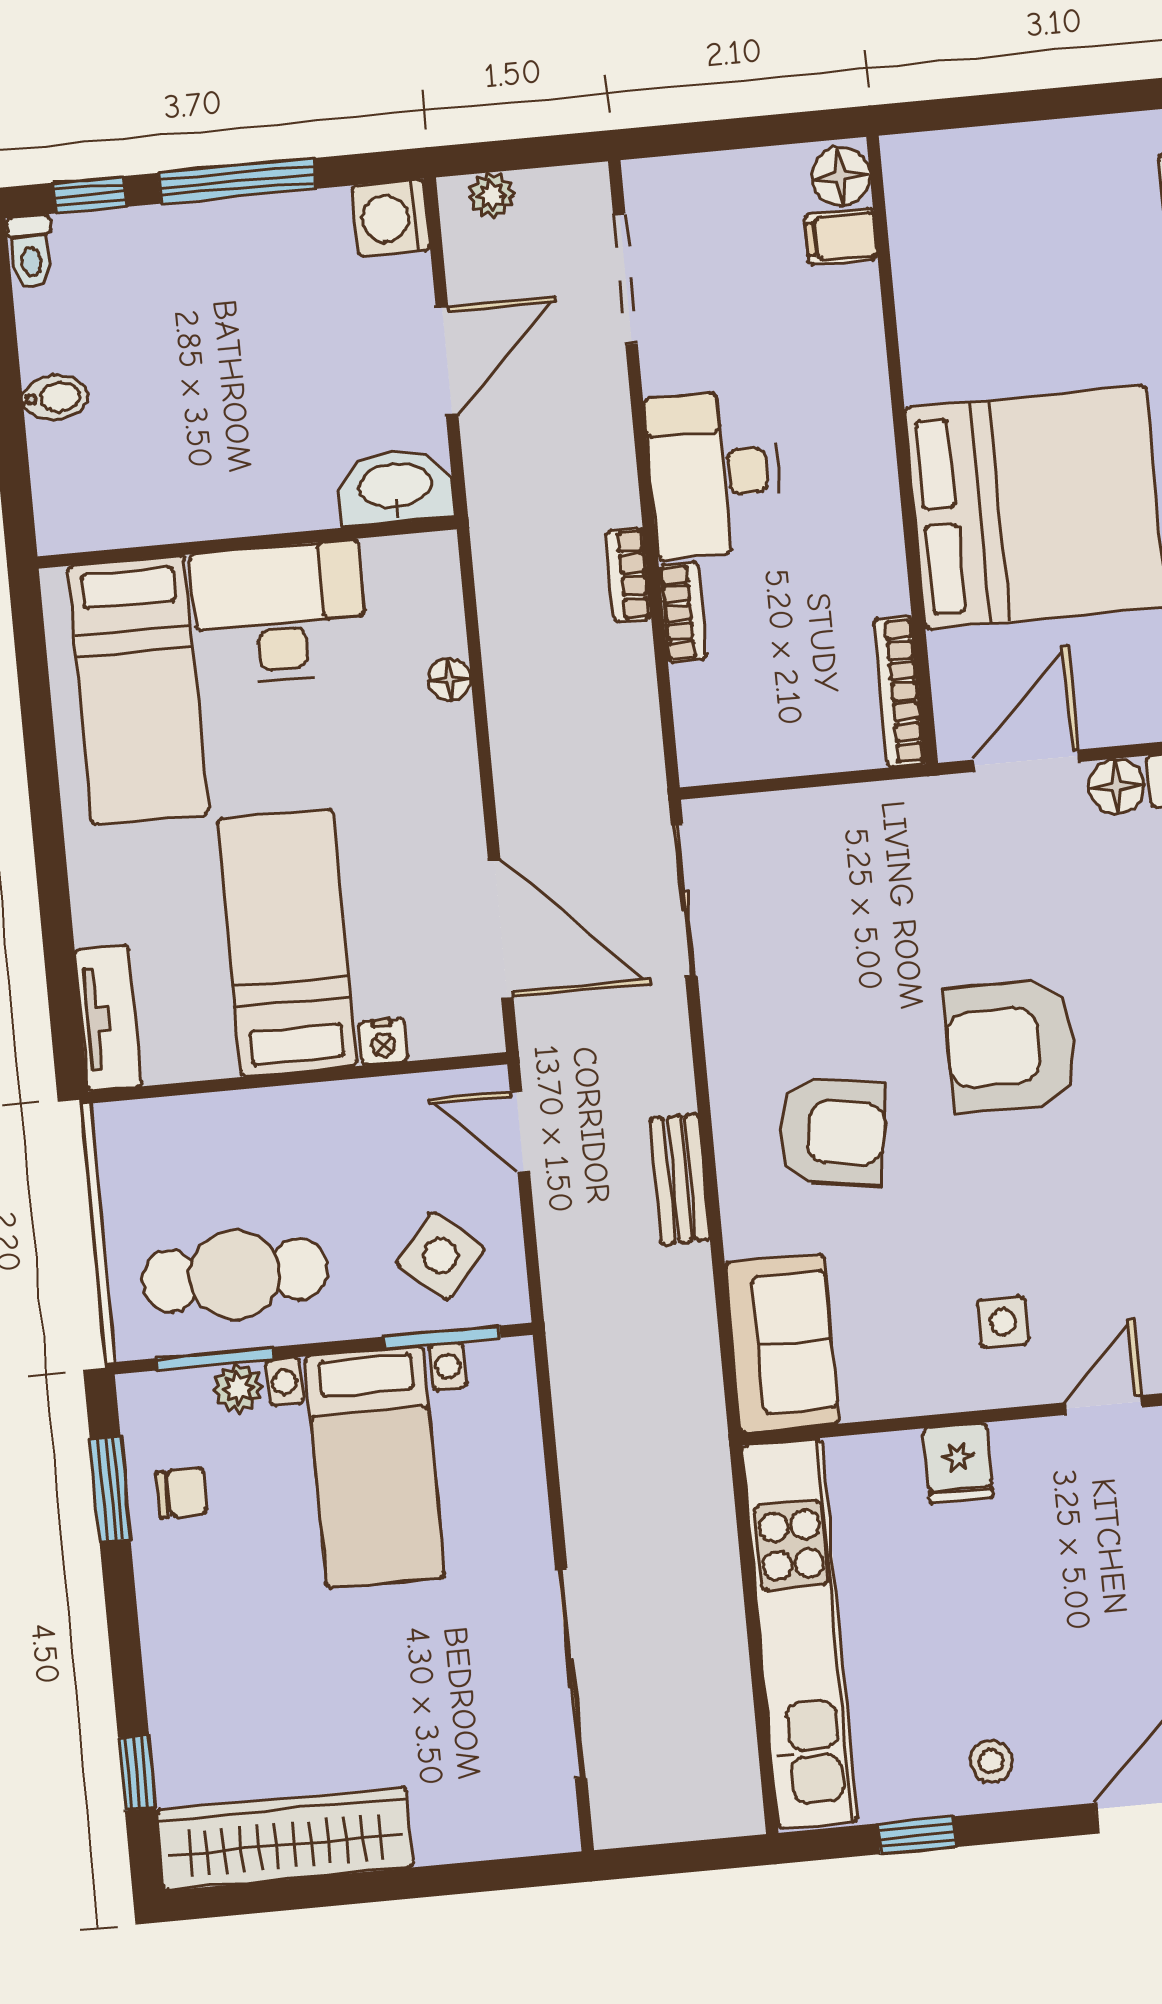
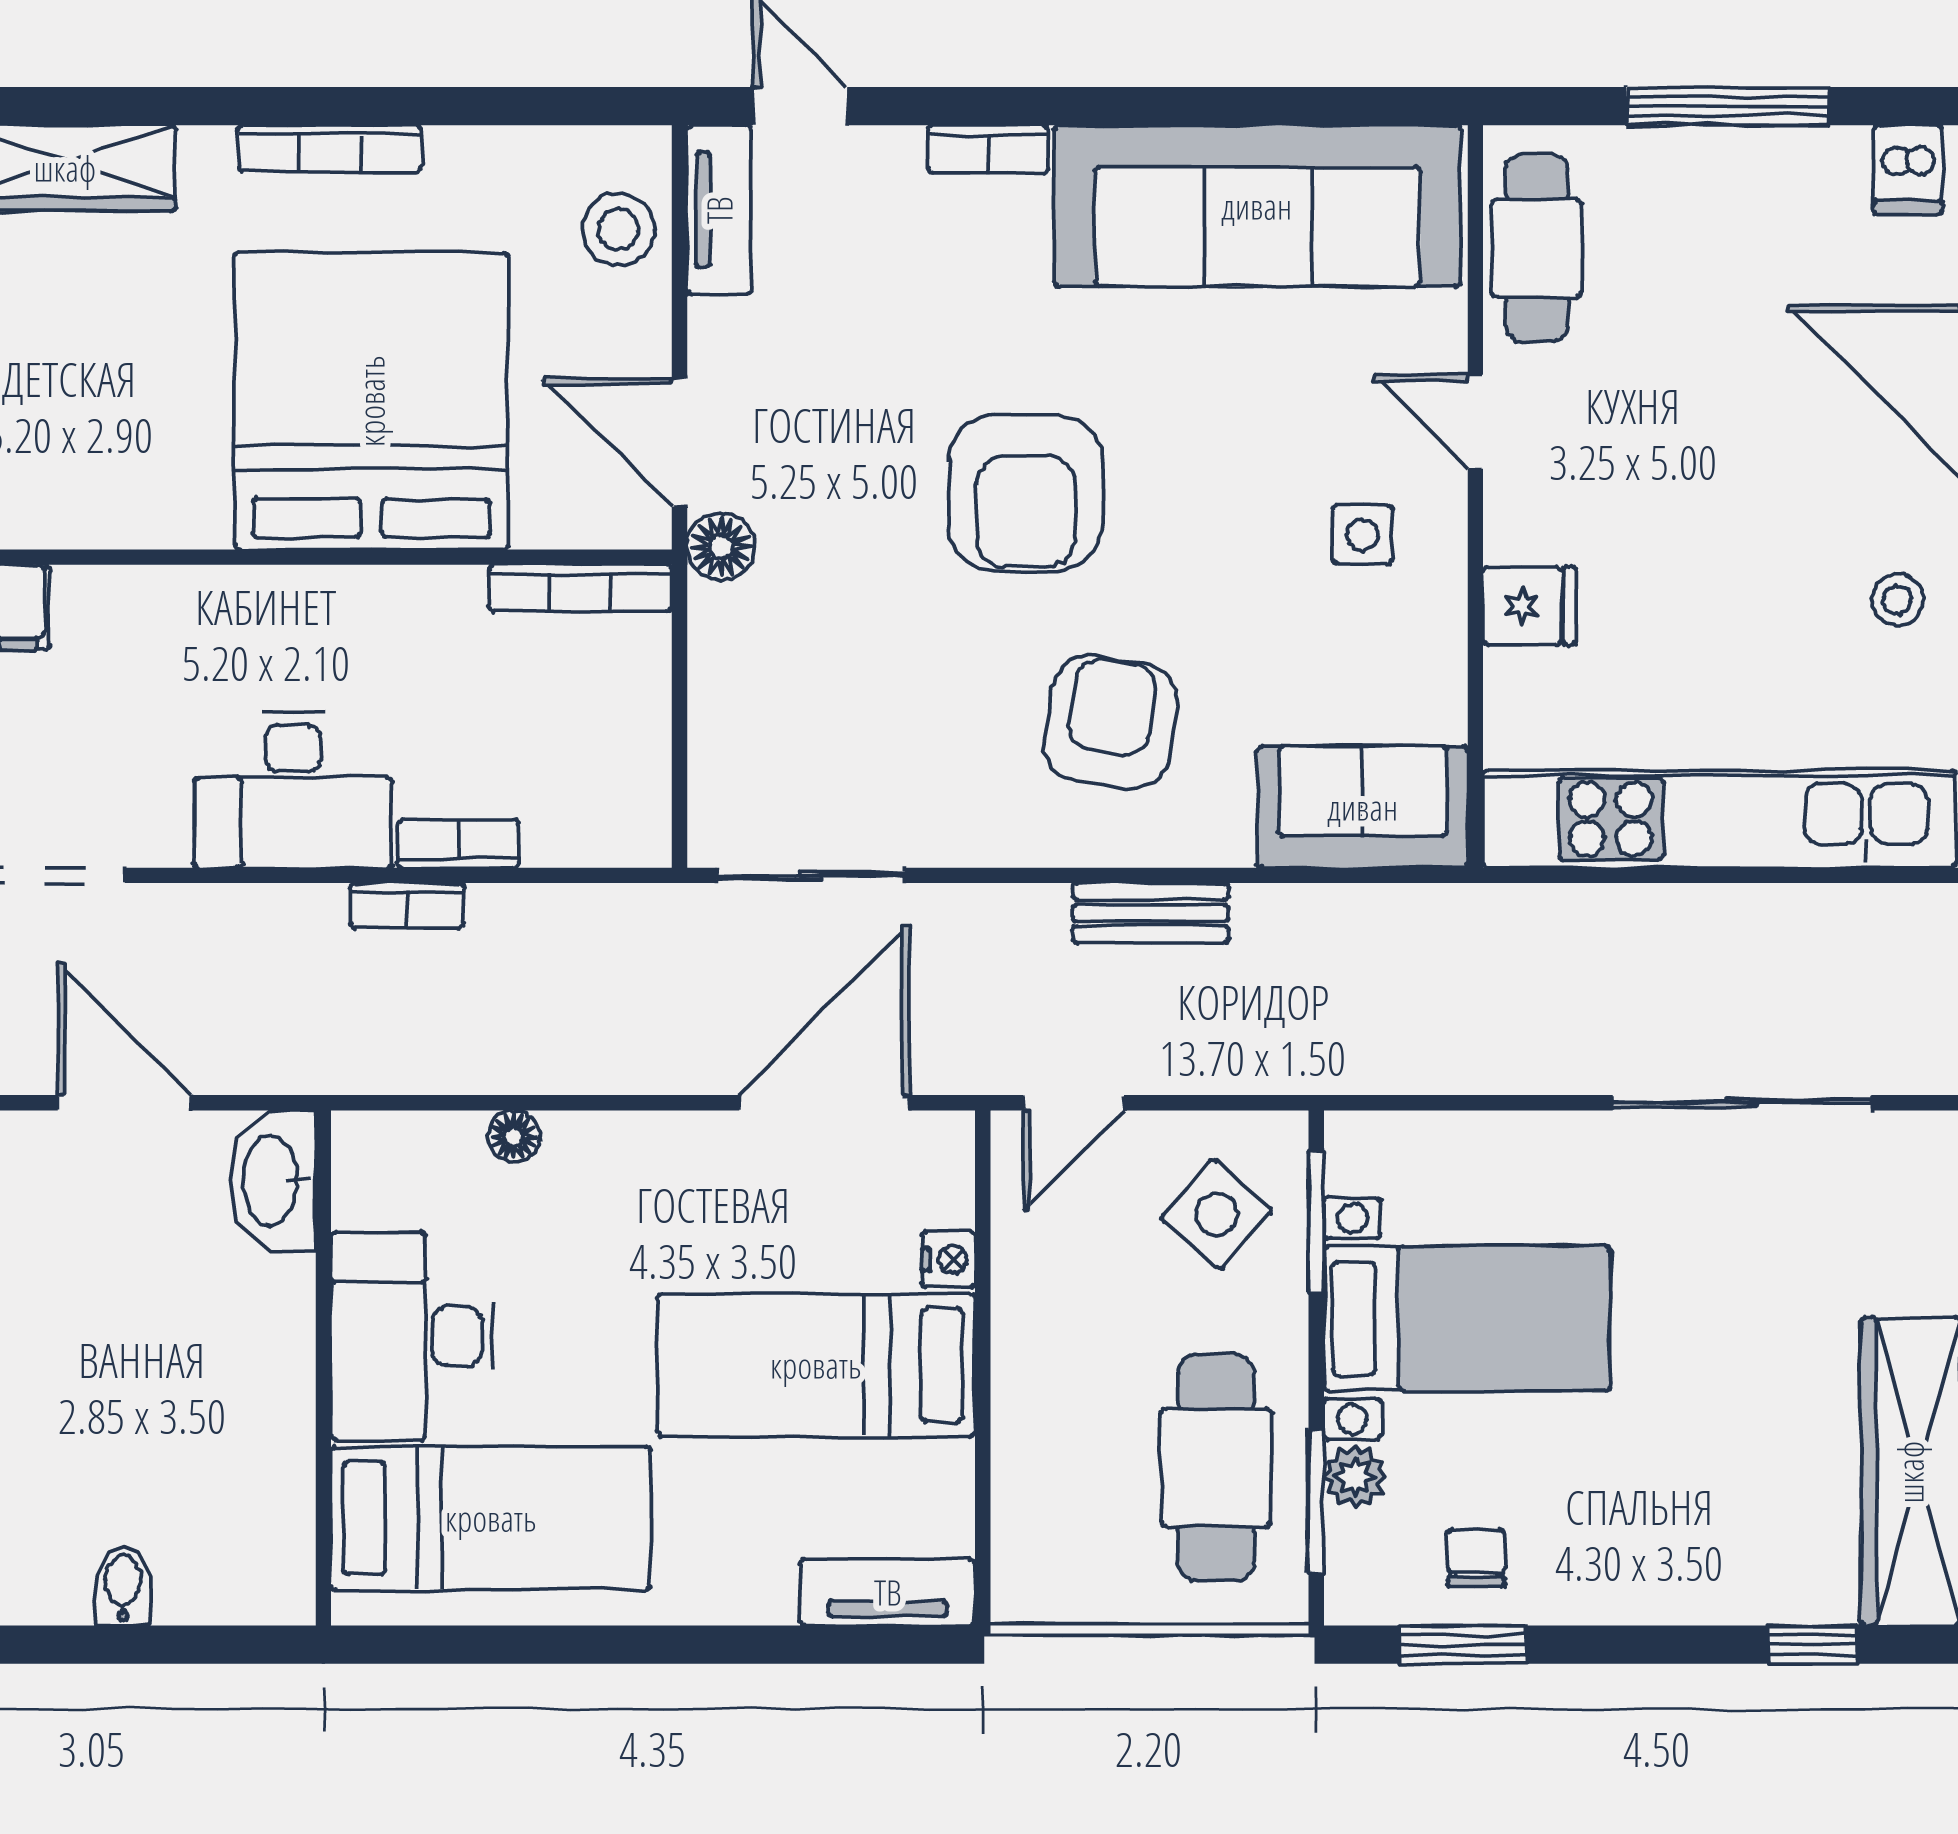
floor lamp: (1117, 786) -> (721, 547), moved

